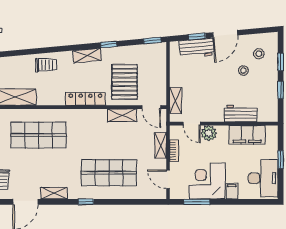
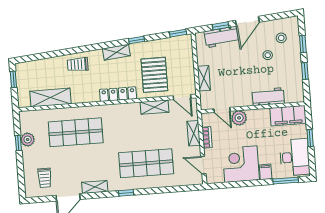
trolley: (46, 65) -> (78, 64), turned 180
shelving: (176, 100) -> (204, 78), moved
filing cabinet: (247, 135) -> (288, 116), moved
window: (197, 202) -> (286, 181), moved

